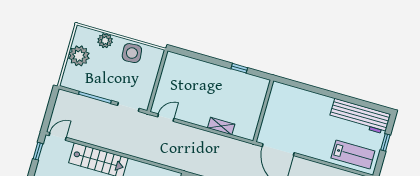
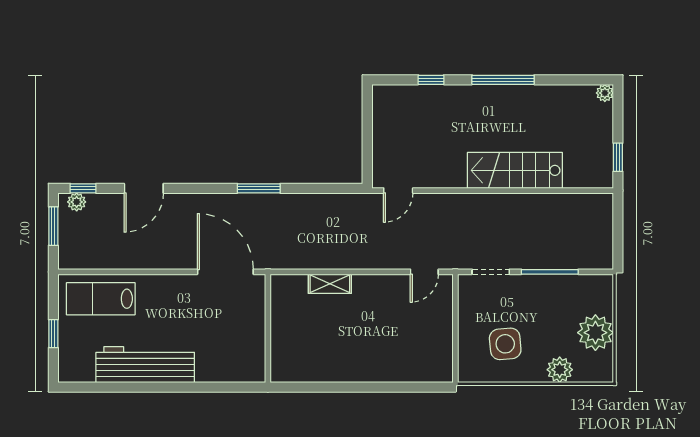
side table: (132, 53) -> (505, 344), moved
window: (239, 68) -> (327, 387), removed
workbench: (360, 116) -> (145, 365), moved
door: (58, 136) -> (398, 191), moved

